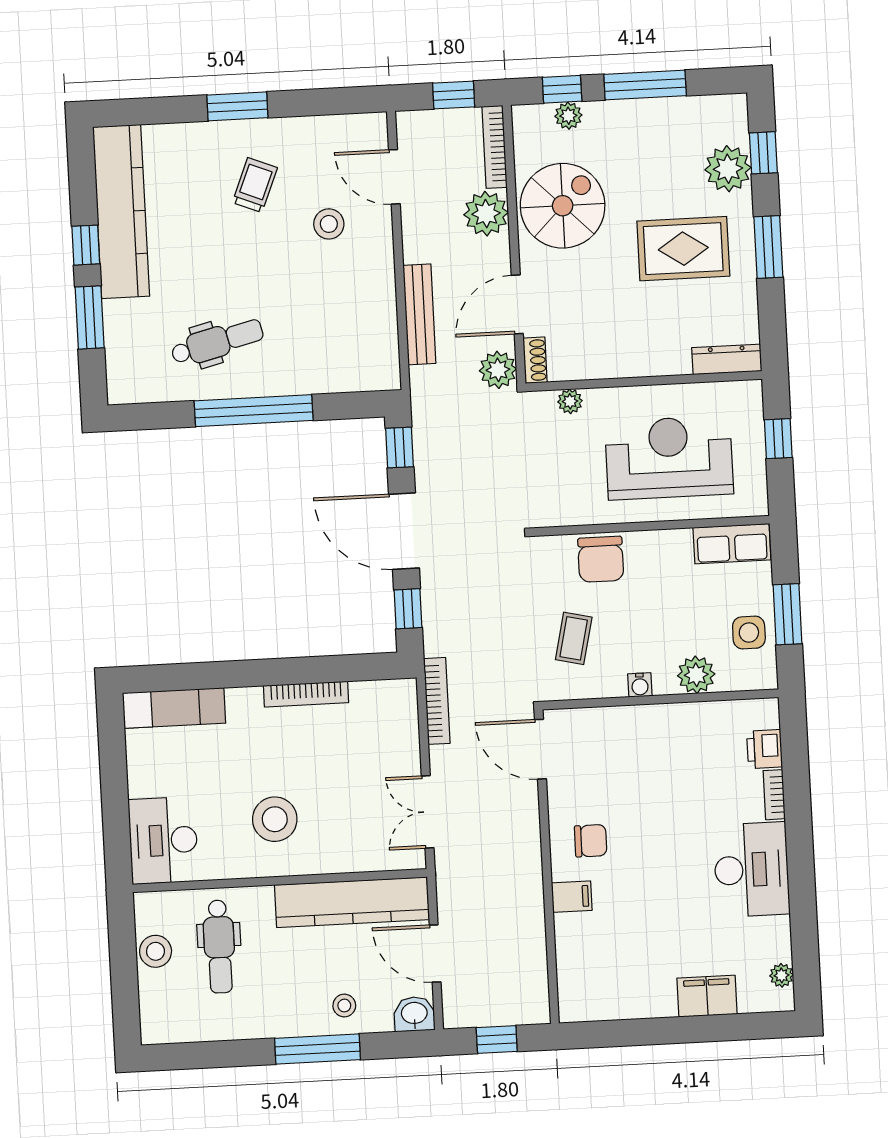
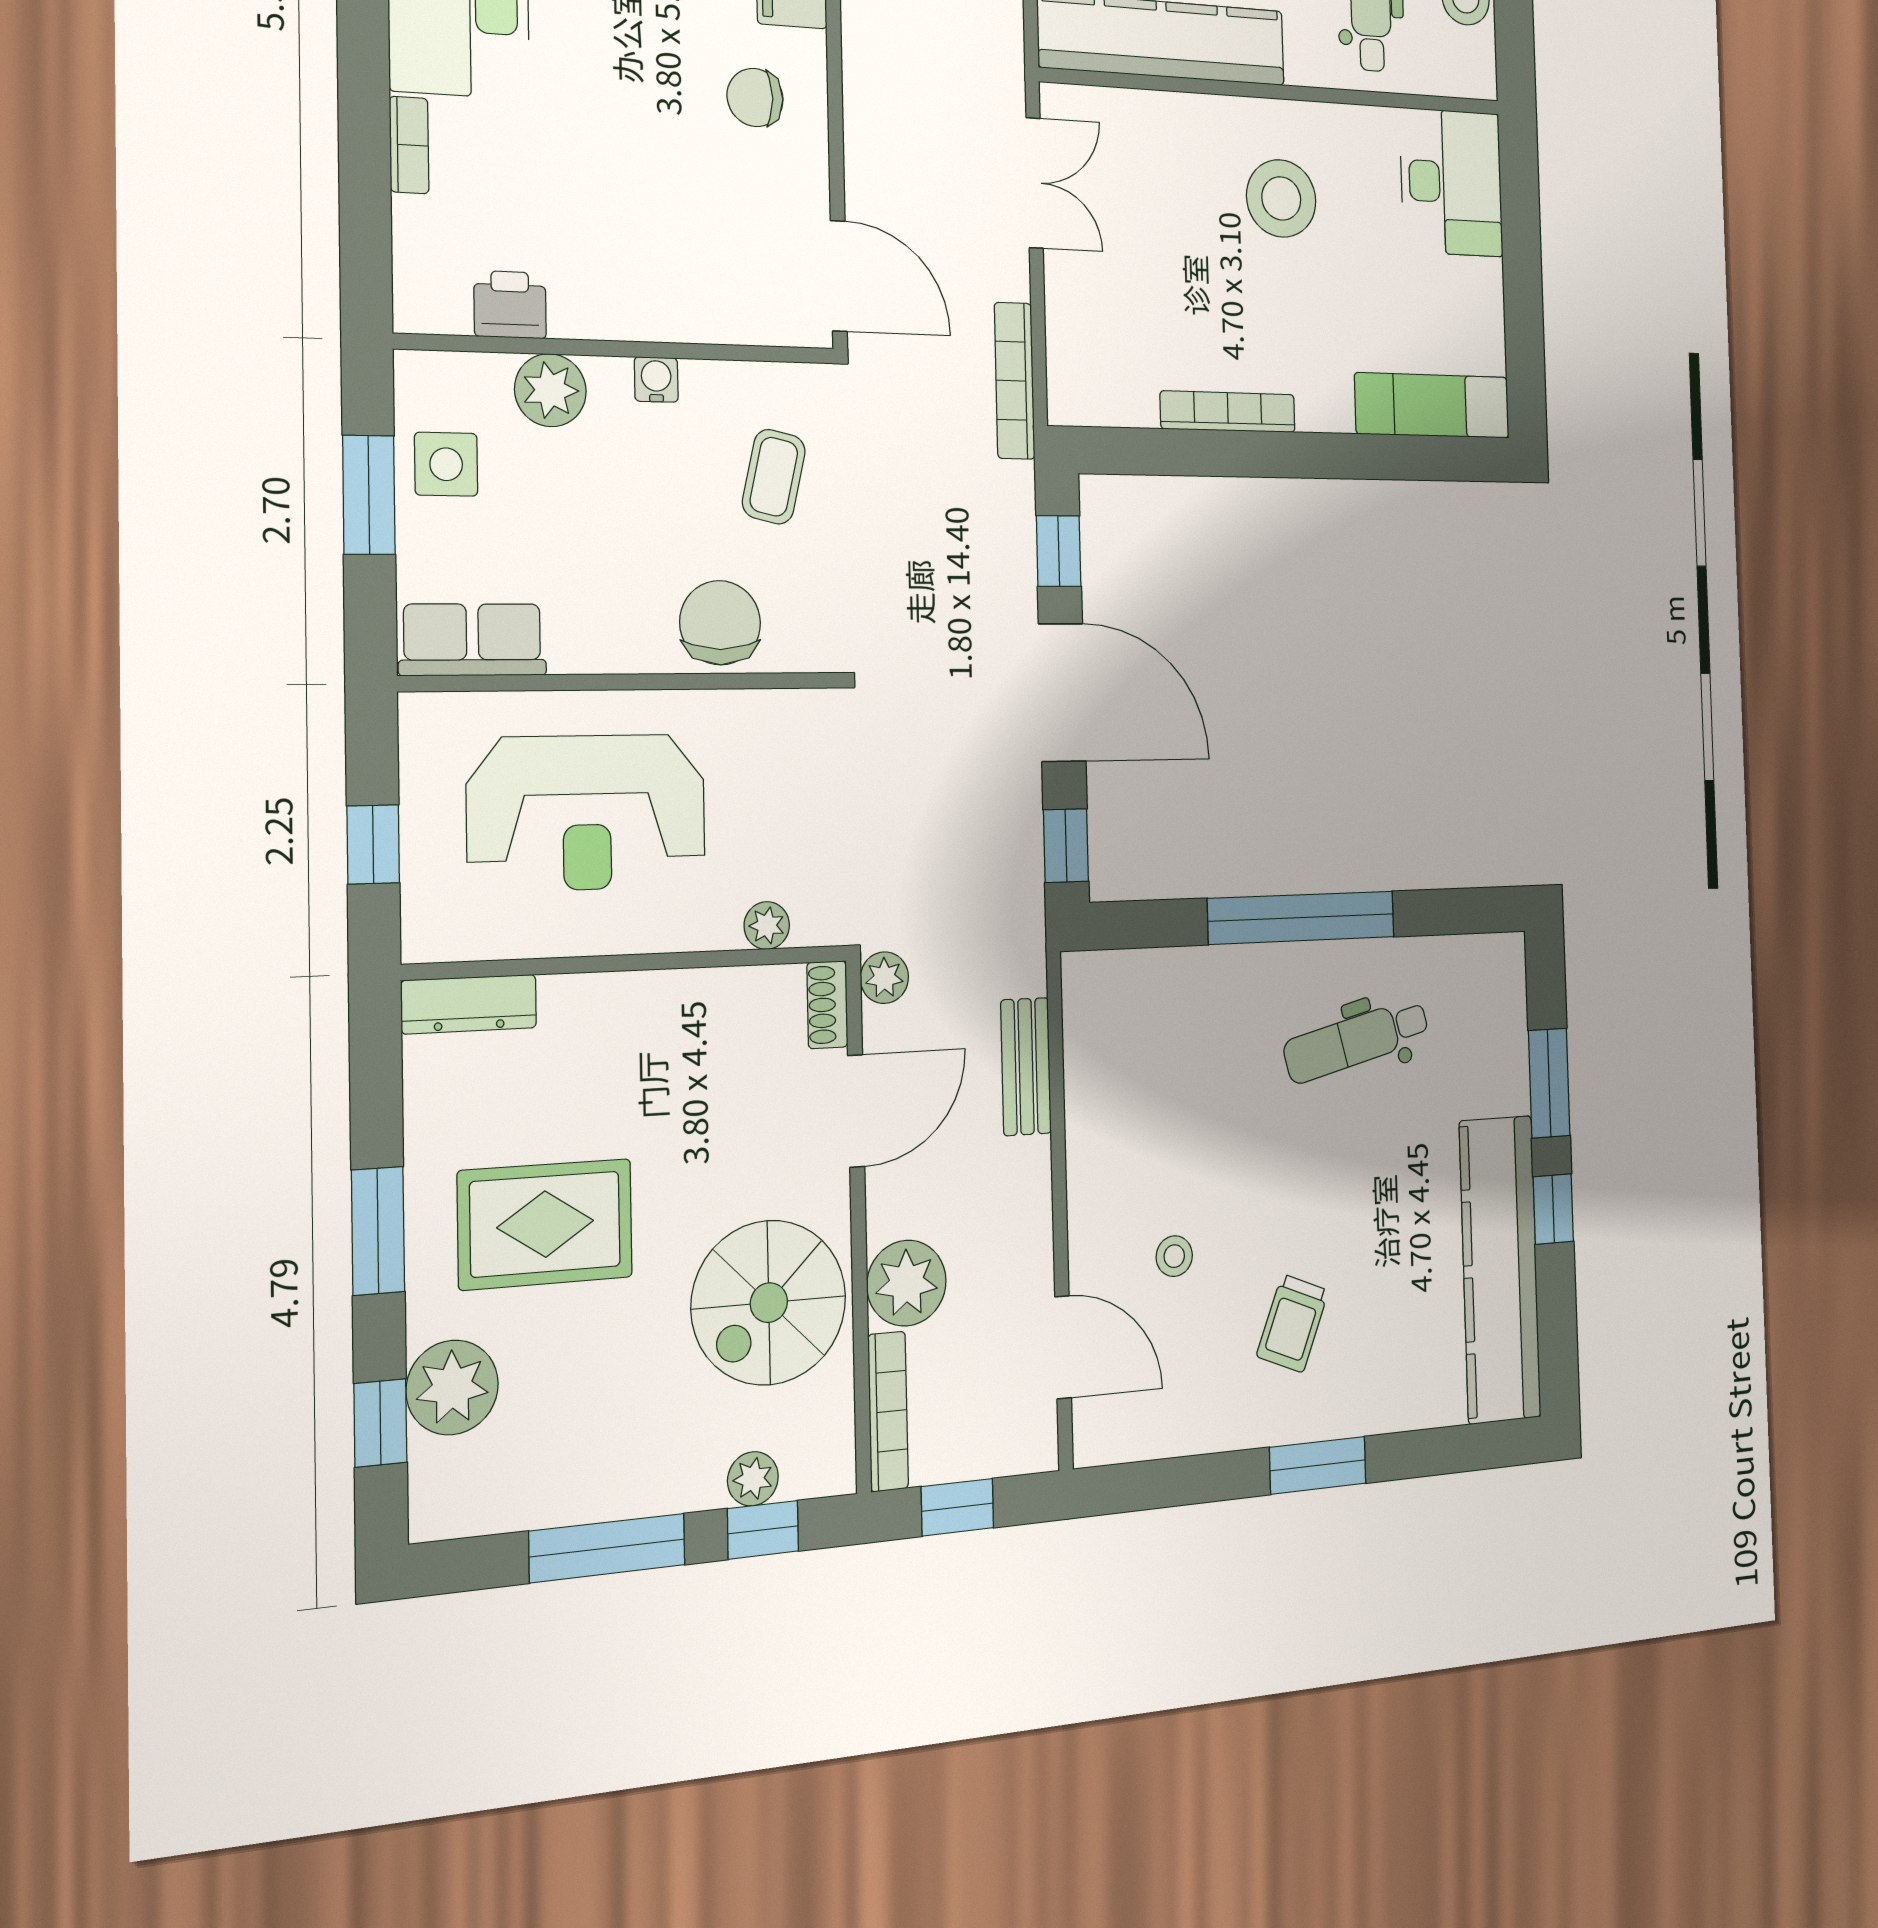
stool: (329, 224) -> (1174, 1256), width x0.73, depth x0.73
bench: (419, 314) -> (1026, 1067), width x0.73
plant: (498, 370) -> (884, 978), width x0.73, depth x0.73
printer: (765, 749) -> (510, 305), moved, turned -90

